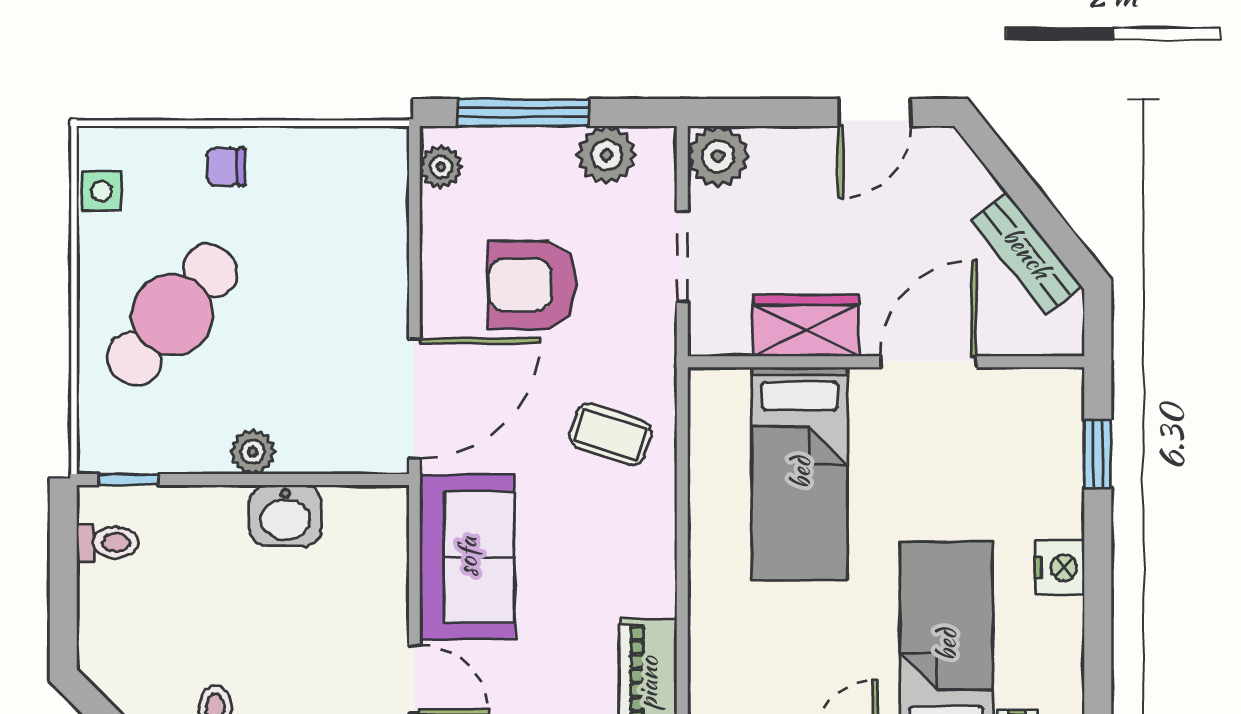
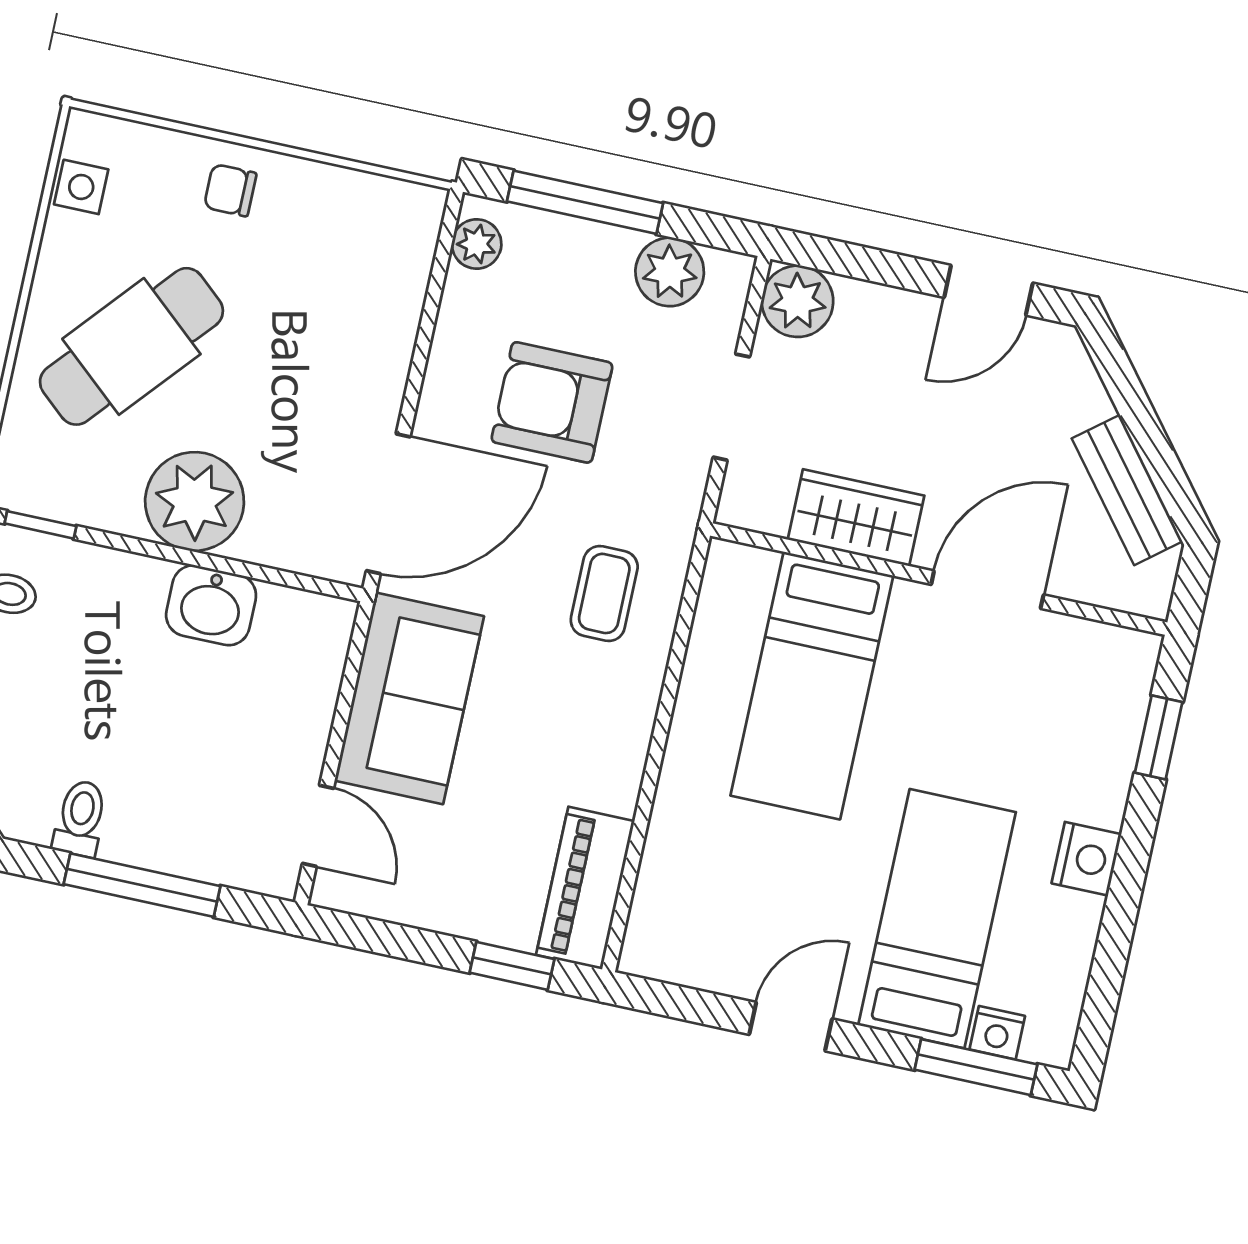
coffee table: (610, 434) -> (604, 593), turned 72
plant: (253, 452) -> (195, 501), width x1.88, depth x1.88

